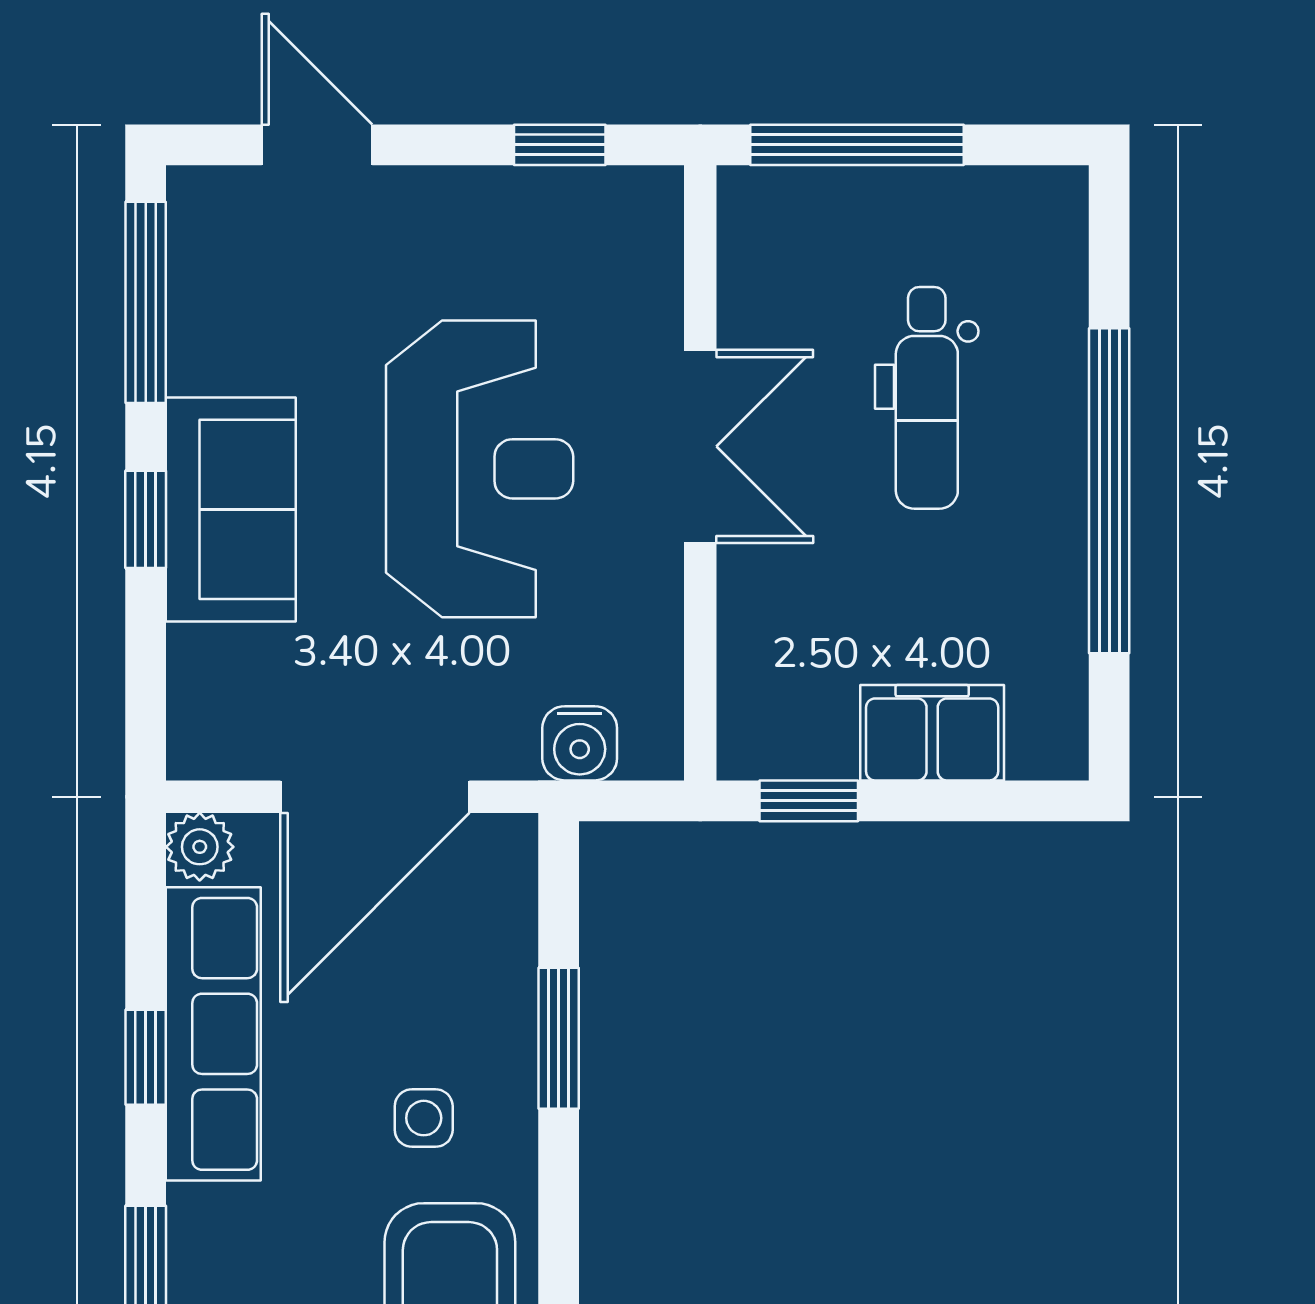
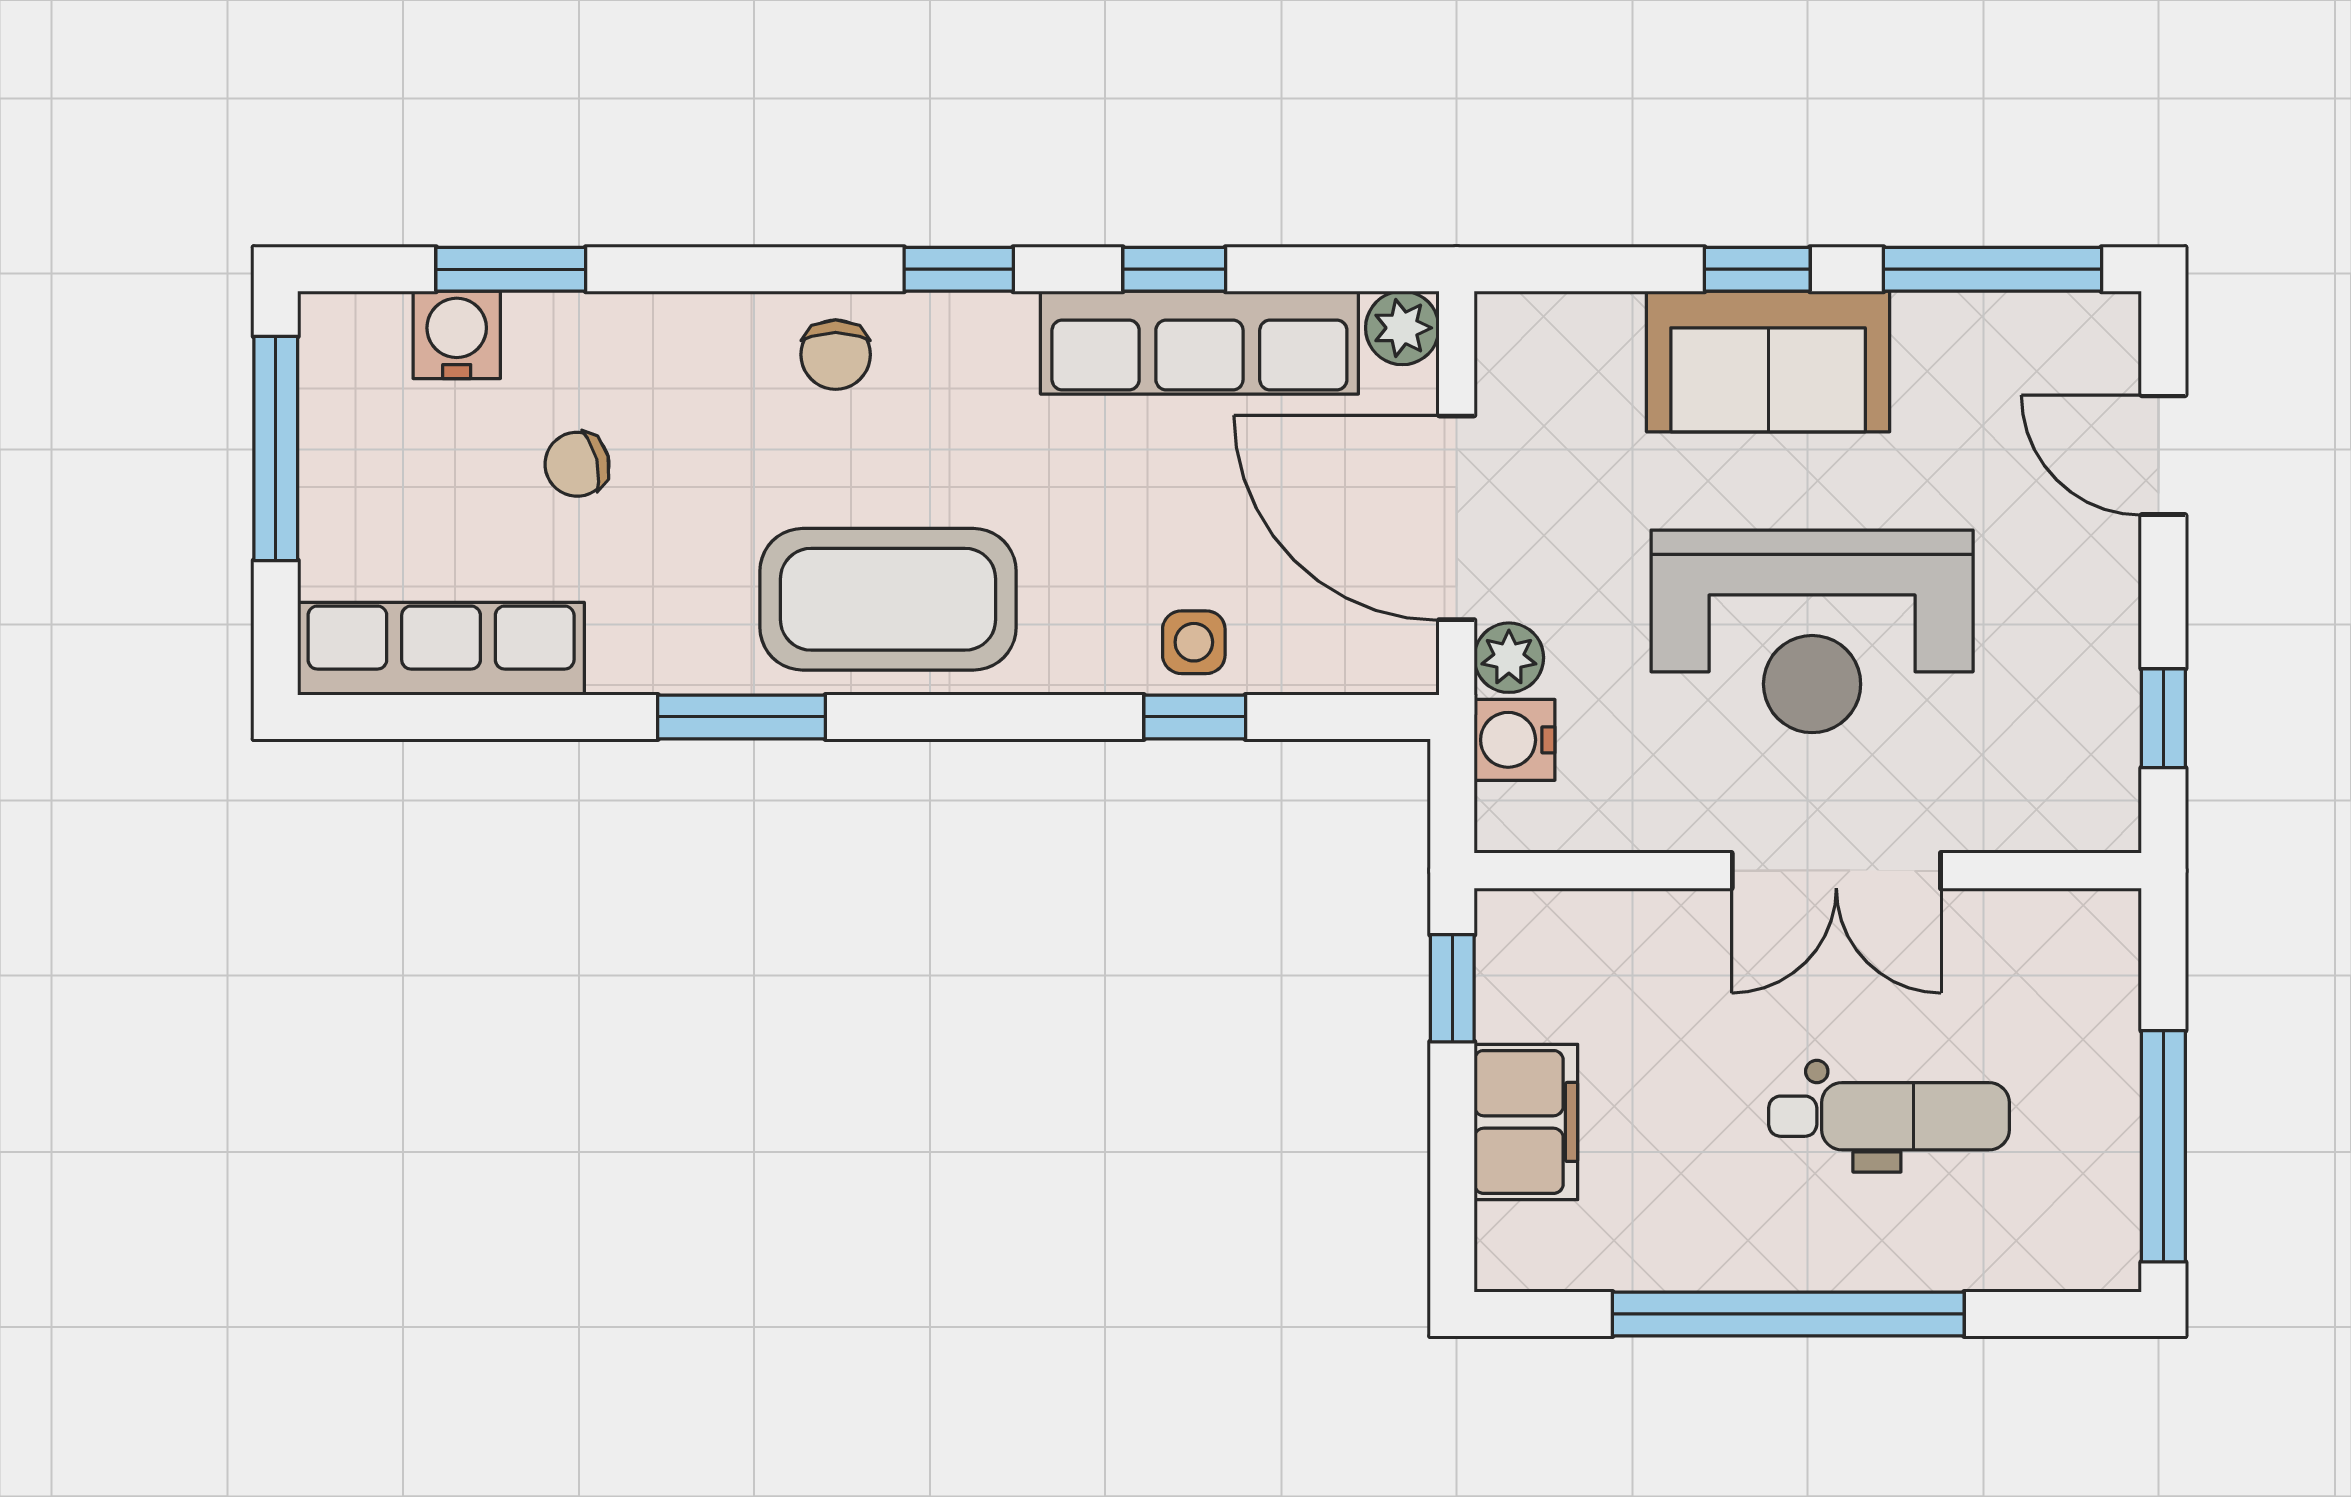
door: (317, 145) -> (2163, 455), swing flipped
window: (857, 145) -> (2163, 1146), moved
dental chair: (927, 398) -> (1889, 1116), turned 180
plant: (504, 748) -> (1509, 658), added
window: (559, 1038) -> (1195, 717), width x0.67
side table: (424, 1118) -> (1194, 642), moved

